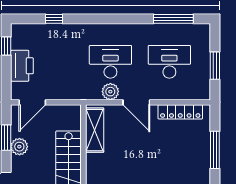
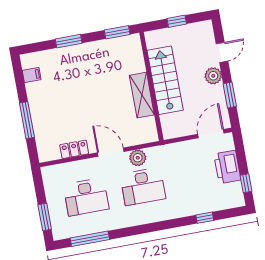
window: (215, 66) -> (45, 217), moved
locker: (180, 112) -> (74, 149), width x0.66
shelving: (95, 130) -> (142, 95), moved
plant: (19, 147) -> (213, 76), moved

